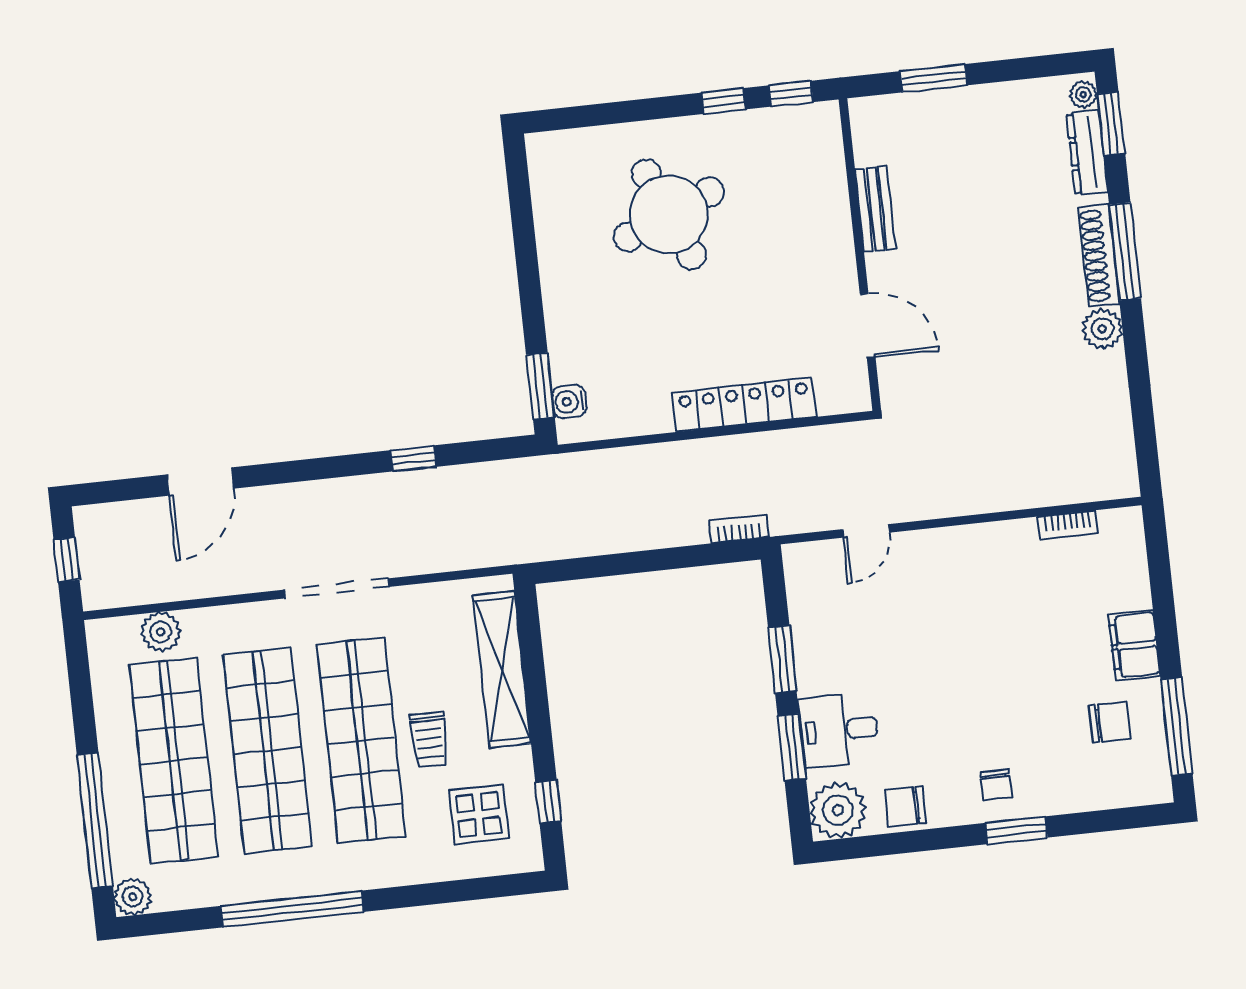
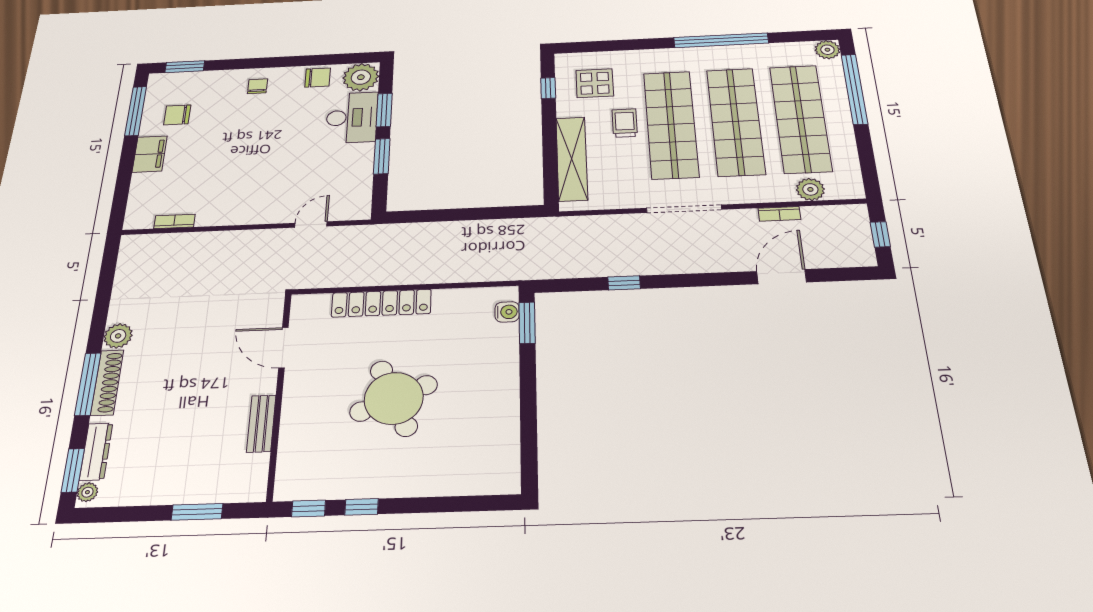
round table: (669, 214) -> (394, 398), moved
bookcase: (739, 529) -> (779, 214), moved
desk: (839, 730) -> (352, 118), width x1.37
window: (1016, 830) -> (185, 67), moved

